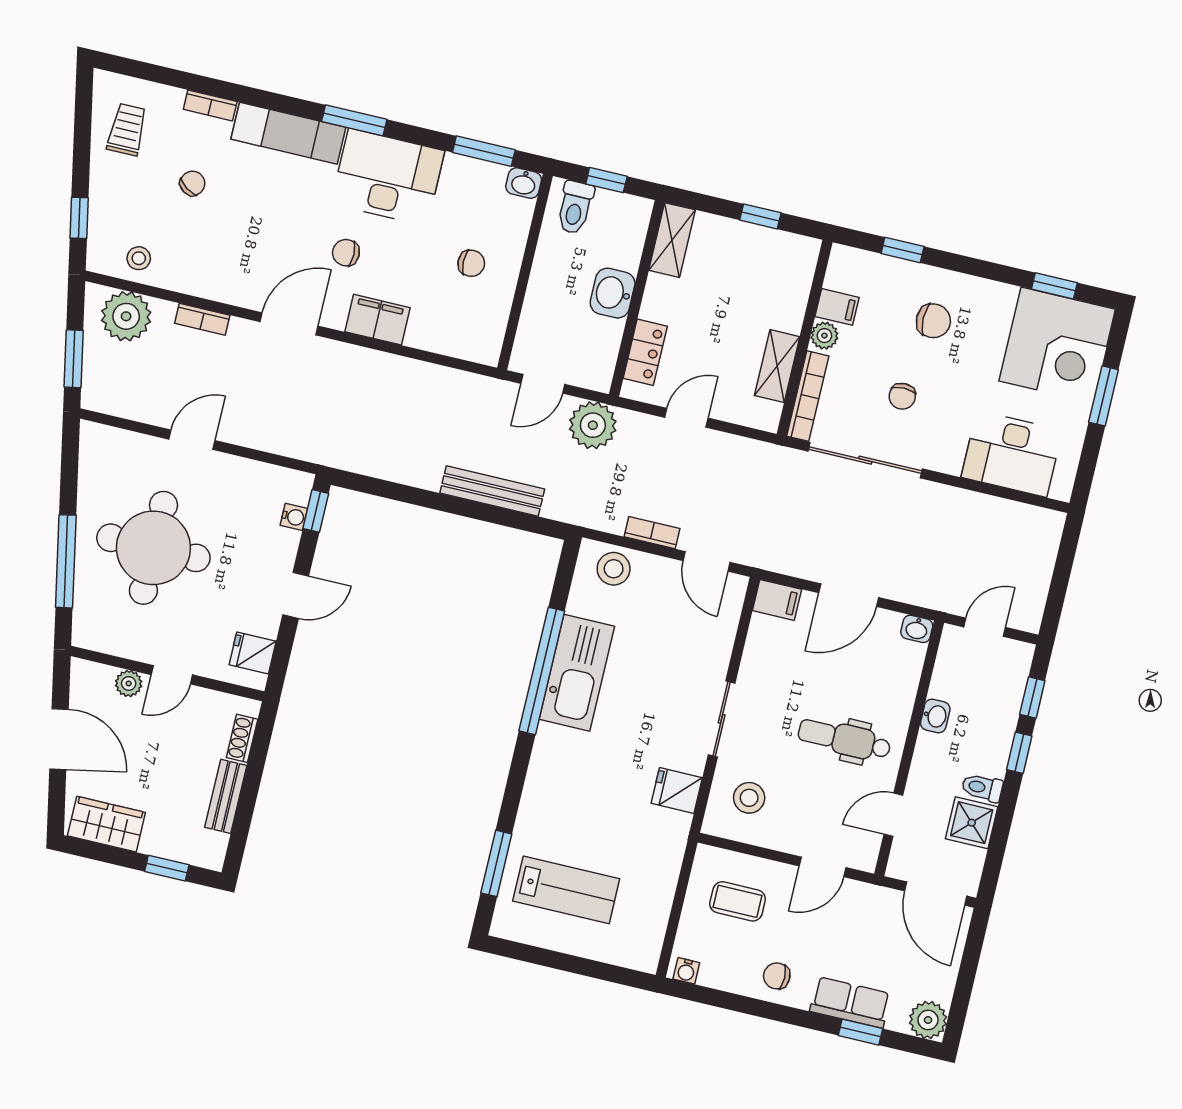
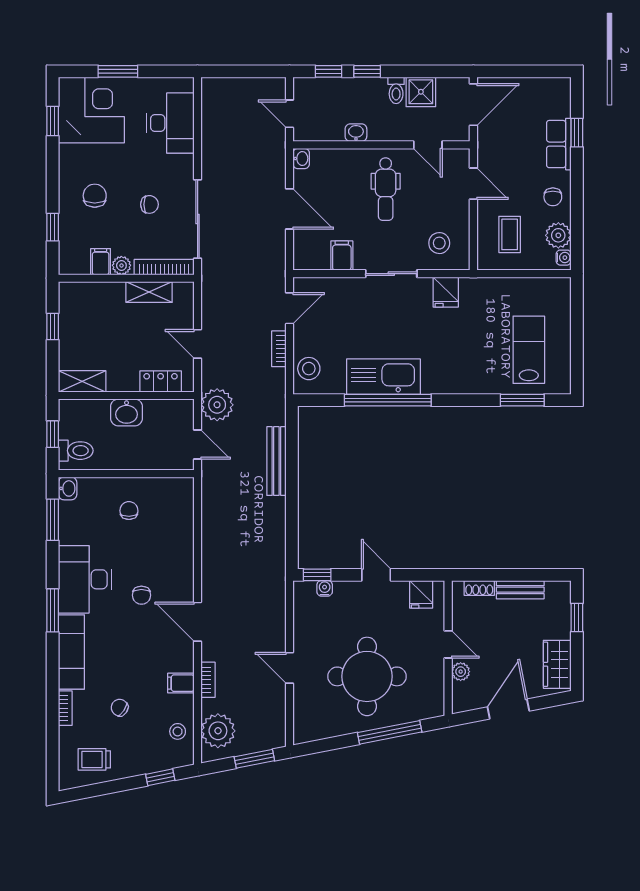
filing cabinet: (377, 320) -> (181, 683), moved, width x0.50
filing cabinet: (777, 600) -> (342, 256), moved
plant: (928, 1020) -> (558, 235), moved

